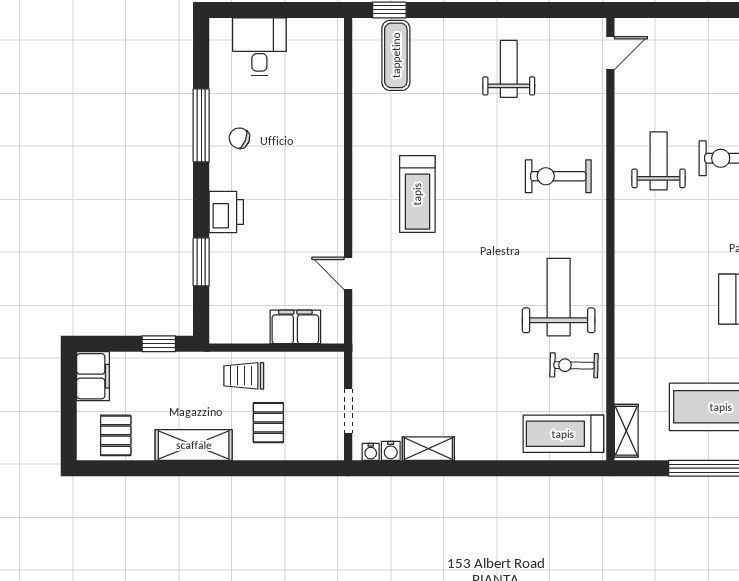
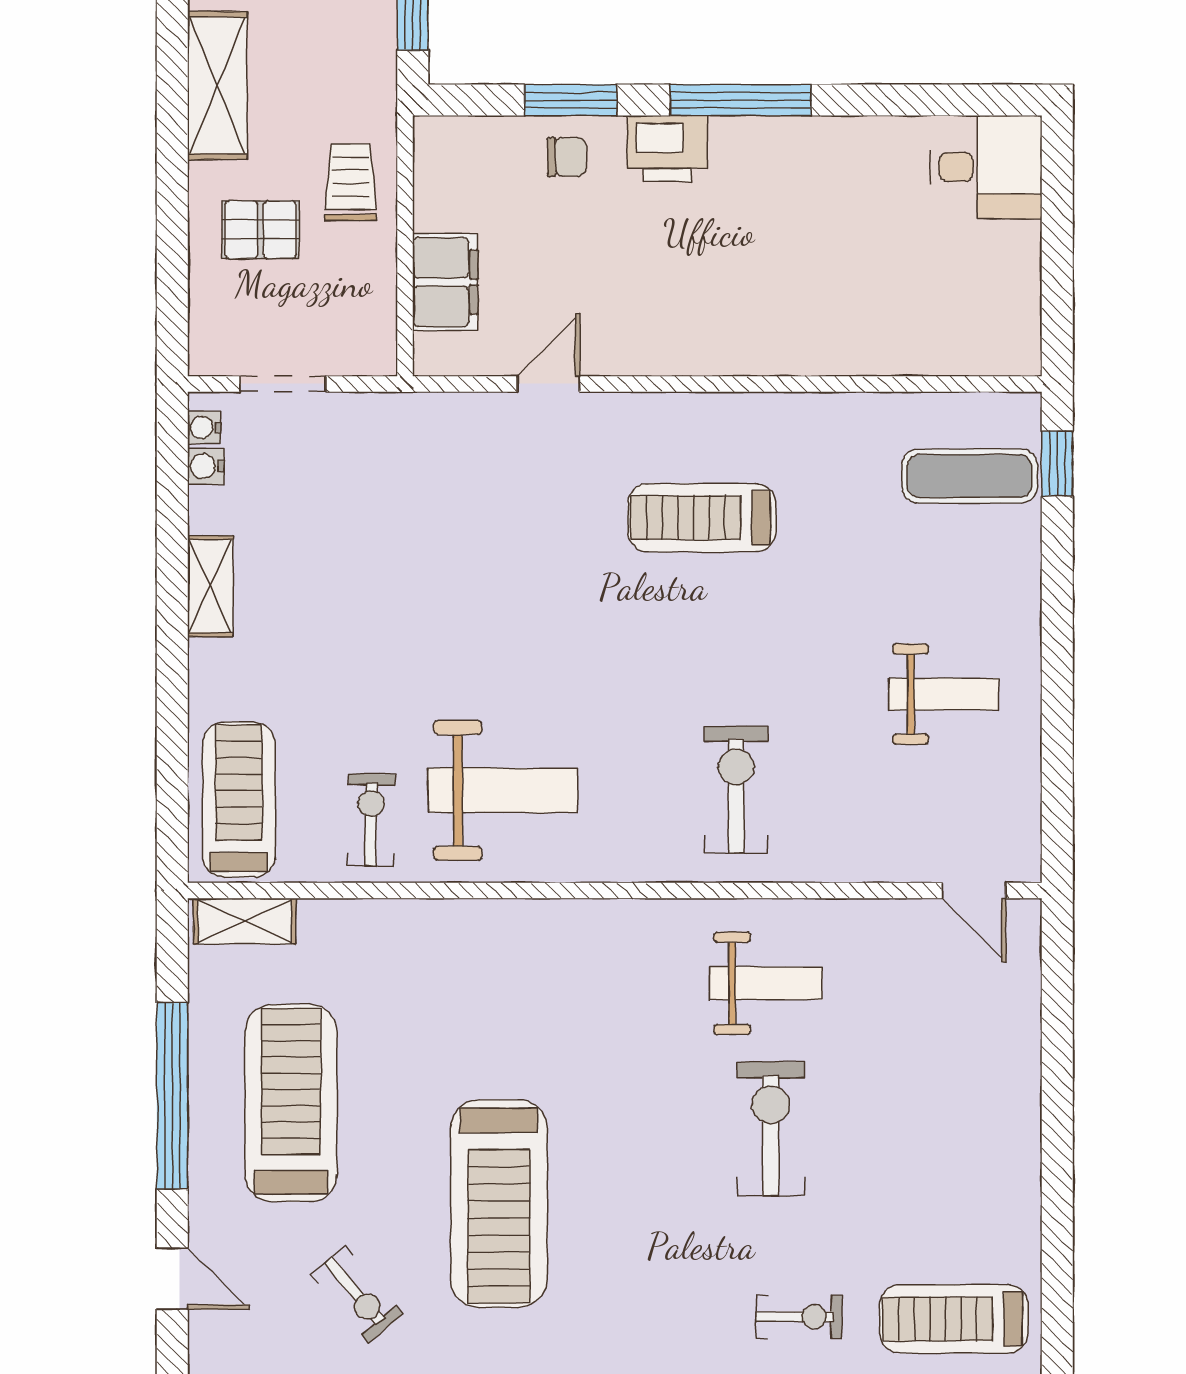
desk: (259, 47) -> (986, 167), moved
window: (201, 125) -> (741, 100), moved
chair: (239, 138) -> (567, 157), moved, turned 69
shelving: (428, 449) -> (210, 586), moved

